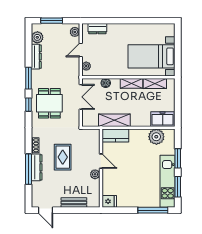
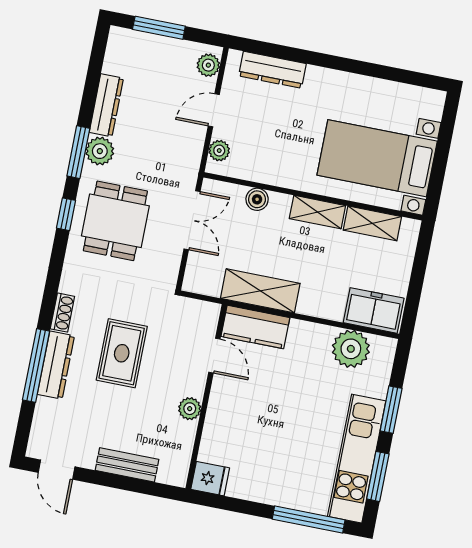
dresser: (97, 29) -> (272, 70), width x1.44
plant: (37, 37) -> (100, 151), moved
door: (101, 161) -> (214, 356), moved

